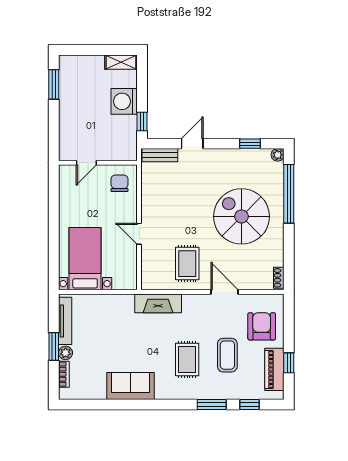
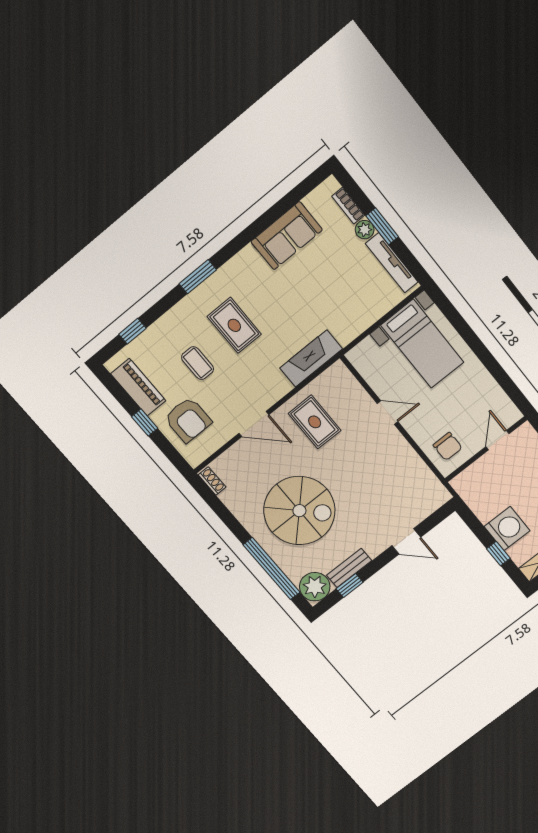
window: (142, 121) -> (498, 554), moved
door: (192, 144) -> (406, 541), hinge flipped
bench: (160, 155) -> (349, 568), moved
plant: (278, 155) -> (315, 587), width x1.88, depth x1.88
coffee table: (227, 355) -> (198, 363), width x0.73, depth x0.77
window: (289, 363) -> (145, 423), moved
sofa: (131, 386) -> (287, 236), moved
window: (212, 405) -> (198, 277), moved

